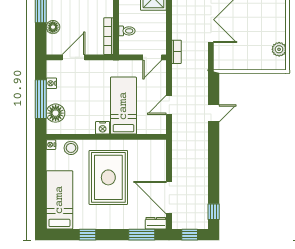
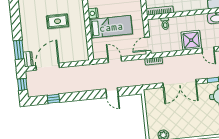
door: (152, 57) -> (148, 44), hinge flipped
rug: (108, 177) -> (58, 21), width x0.54, depth x0.49
window: (214, 212) -> (53, 99), moved
window: (87, 235) -> (15, 10), removed

